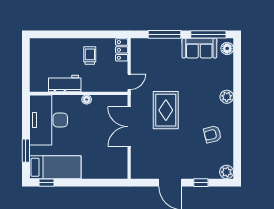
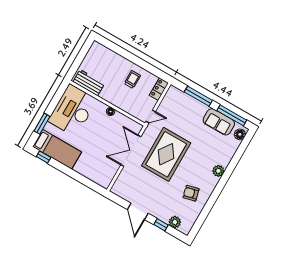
workbench: (65, 83) -> (89, 83), moved
rug: (166, 110) -> (166, 154), width x1.37, depth x1.44
plant: (227, 172) -> (175, 222), moved

